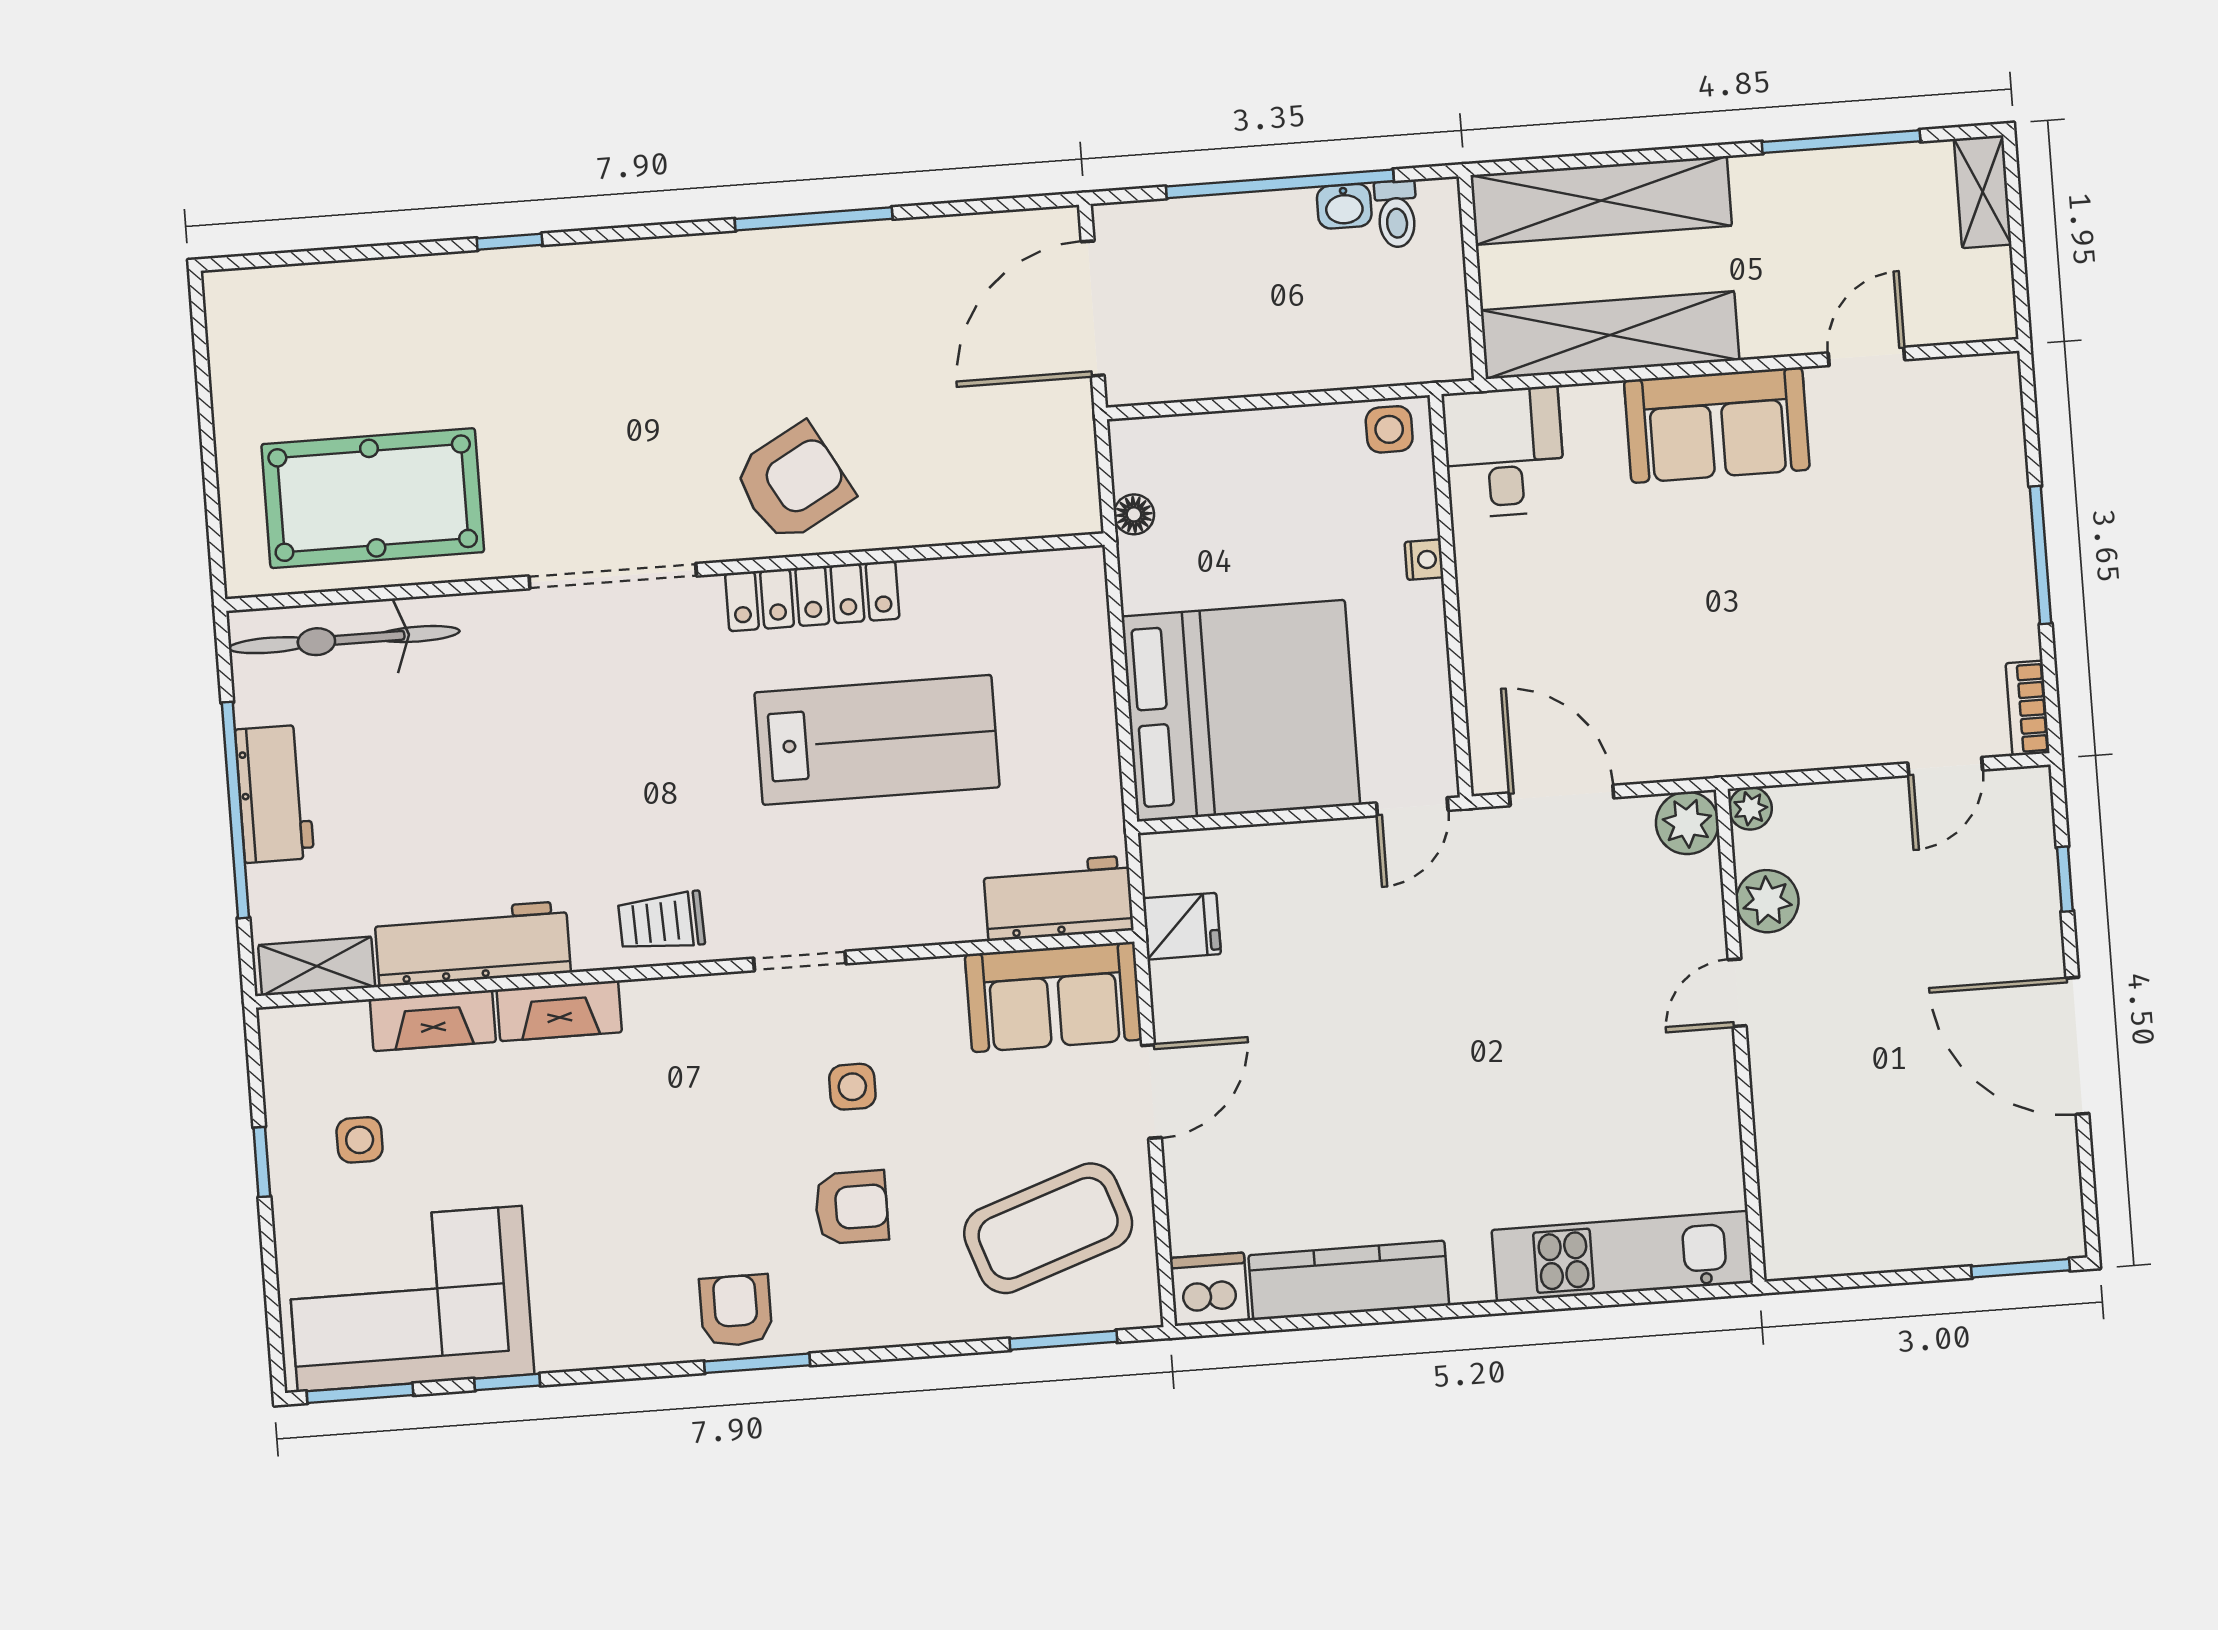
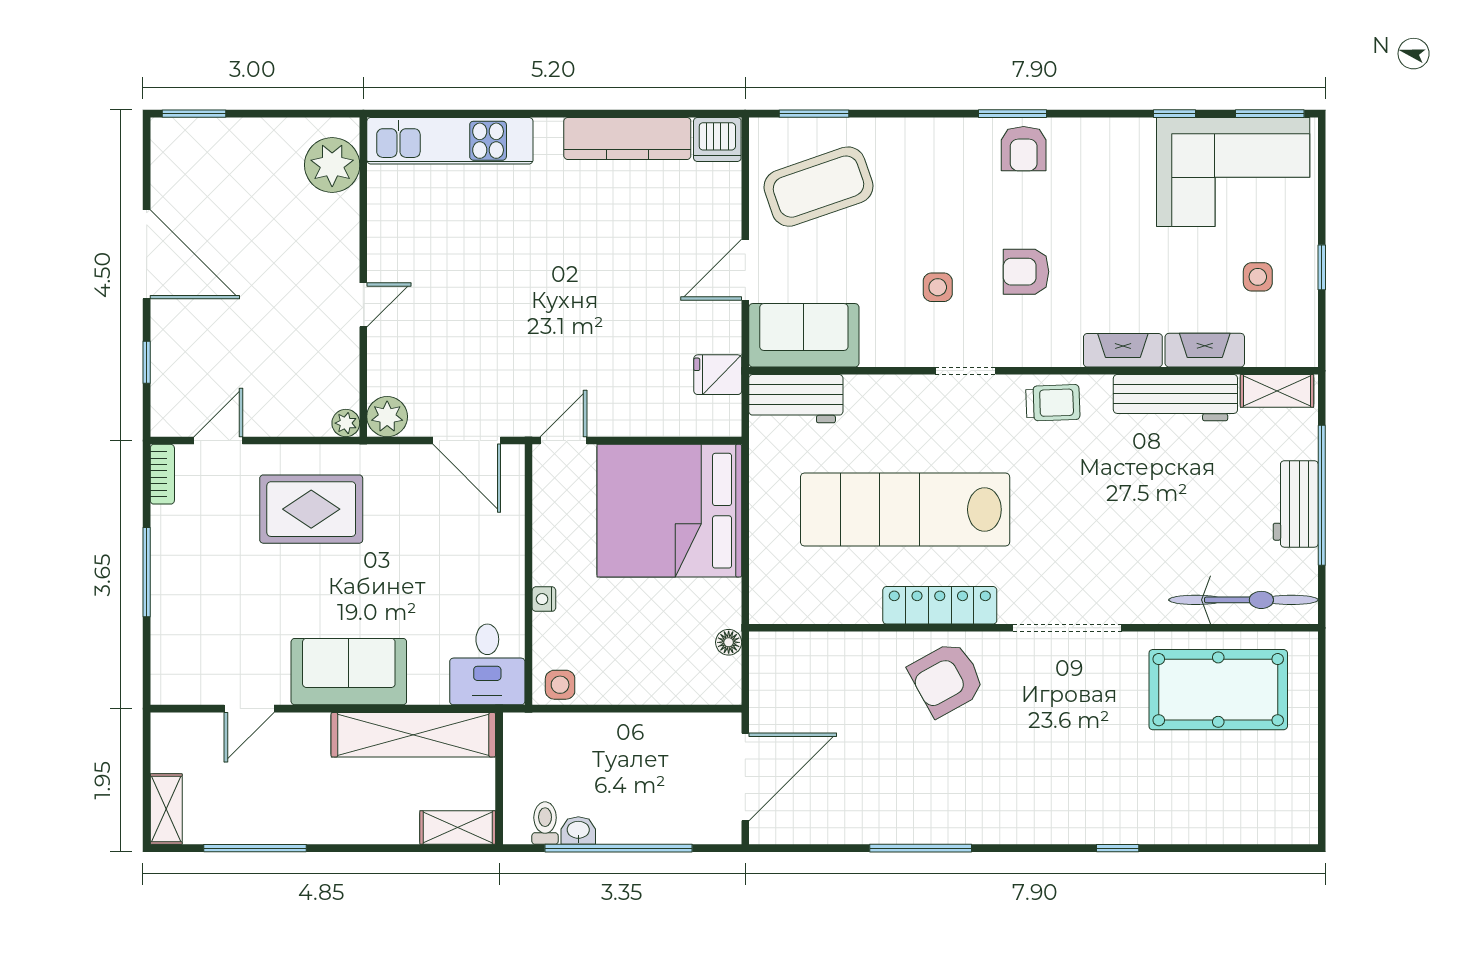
shelving: (1601, 201) -> (458, 828), width x0.45, depth x0.75
rug: (1794, 672) -> (311, 509), added
lab bench: (877, 740) -> (905, 510), width x1.36
plant: (1767, 901) -> (332, 165), moved, width x1.36, depth x1.36
armchair: (852, 1207) -> (1026, 272), moved

